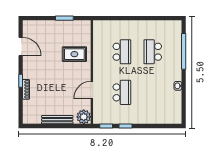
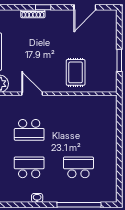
school desk: (122, 52) -> (29, 167), moved, turned 180

